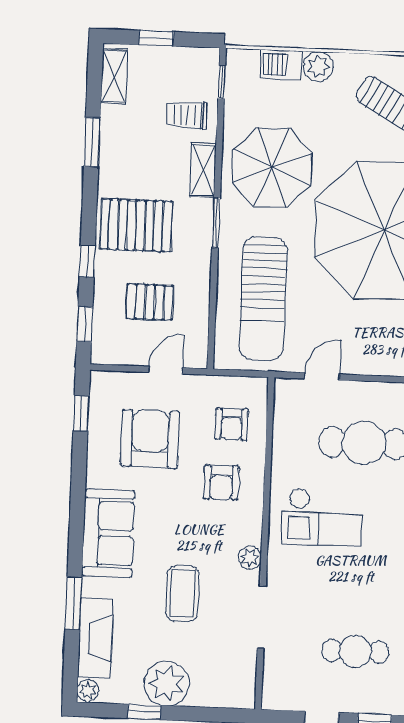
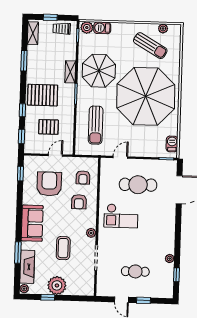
plant: (318, 67) -> (87, 28), moved
trolley: (187, 115) -> (62, 29), moved
sun lounger: (263, 299) -> (96, 125), width x0.73, depth x0.75

